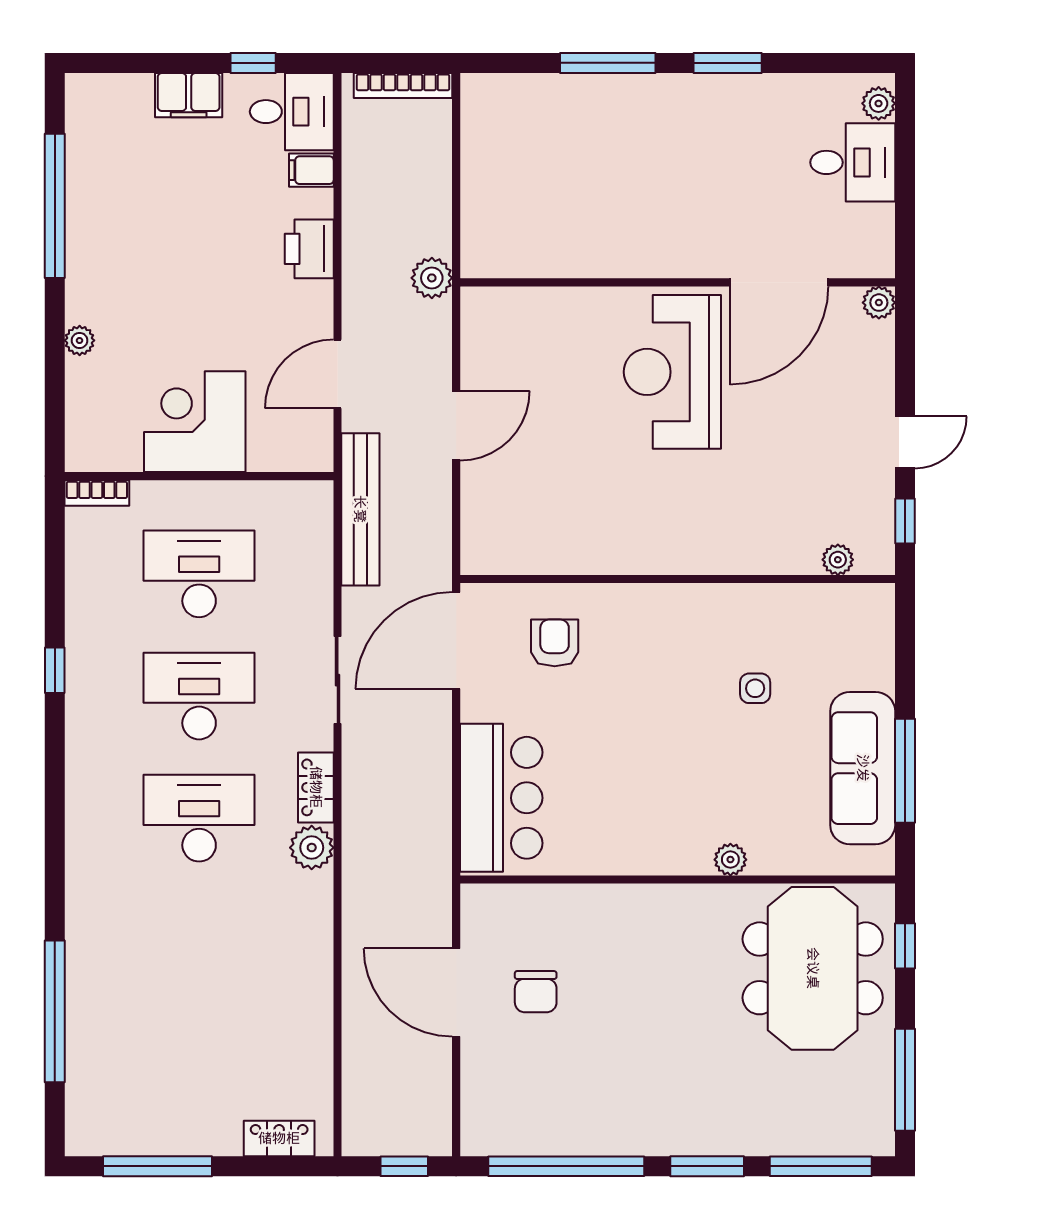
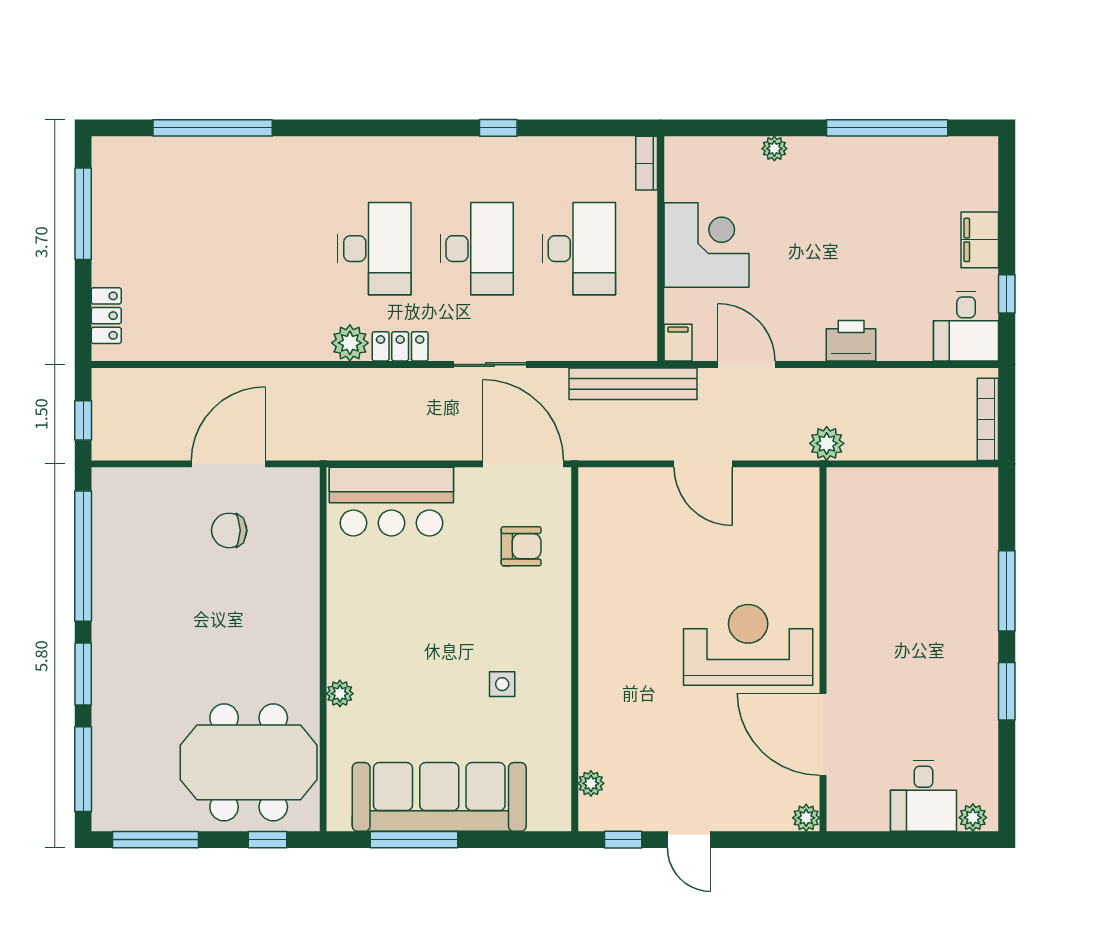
filing cabinet: (311, 170) -> (678, 343), moved
side table: (755, 688) -> (502, 684), moved
sofa: (863, 768) -> (439, 797), width x1.36, depth x1.27

